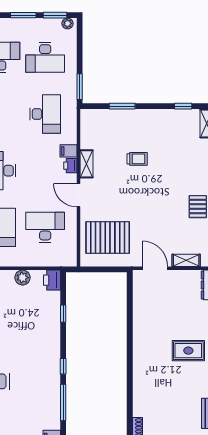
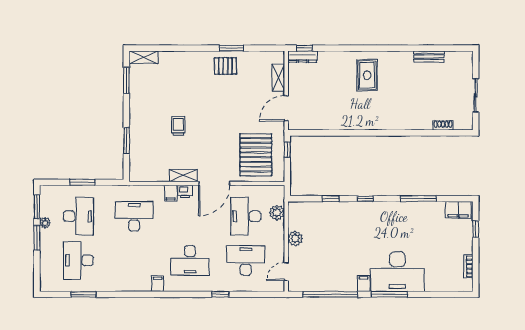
plant: (67, 23) -> (45, 223), moved
window: (80, 87) -> (82, 182), moved
window: (183, 106) -> (126, 80), width x1.50
door: (79, 195) -> (214, 183), width x1.36
plant: (49, 259) -> (277, 213), added
window: (113, 269) -> (287, 150), added
printer: (52, 280) -> (298, 210), removed
window: (63, 366) -> (365, 199), moved

